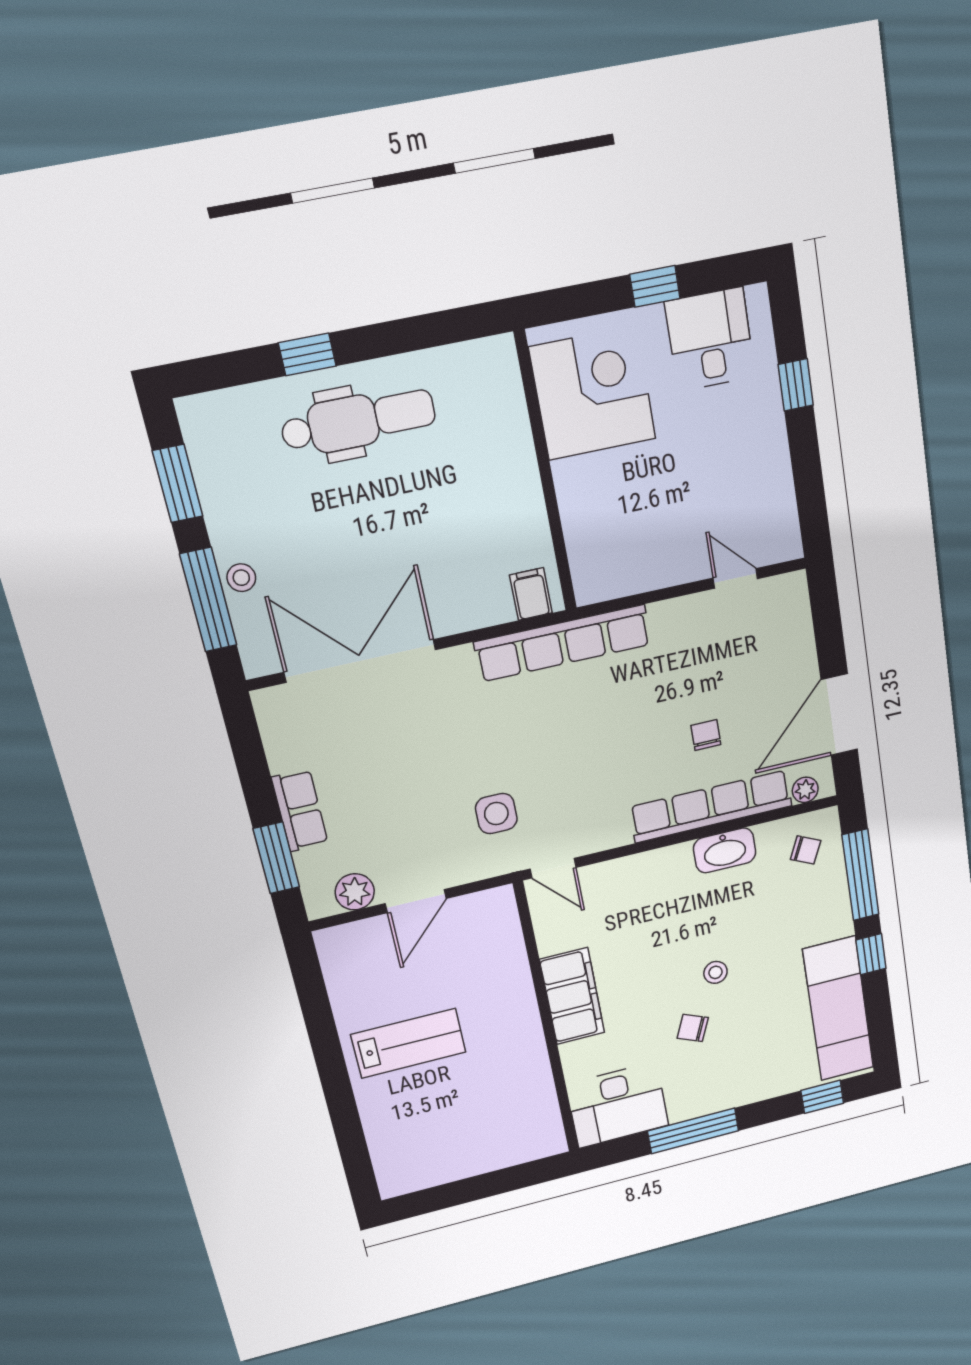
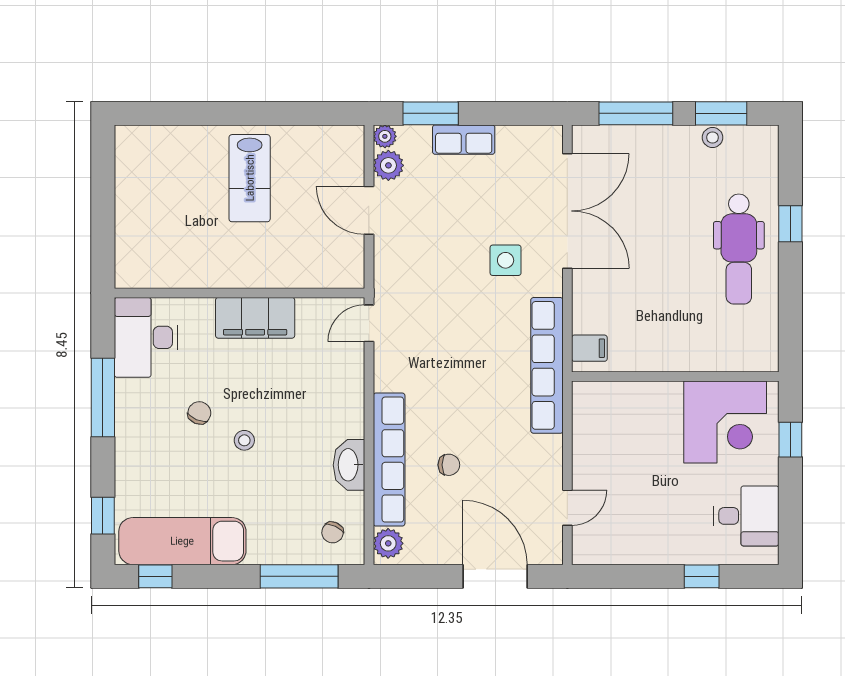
window: (655, 286) -> (790, 440), moved
stool: (241, 578) -> (713, 137), moved
door: (839, 715) -> (495, 576), moved
plant: (805, 790) -> (388, 543), width x1.38, depth x1.38
side table: (496, 814) -> (506, 260), moved
plant: (320, 905) -> (385, 136), added
window: (871, 954) -> (155, 576), moved

